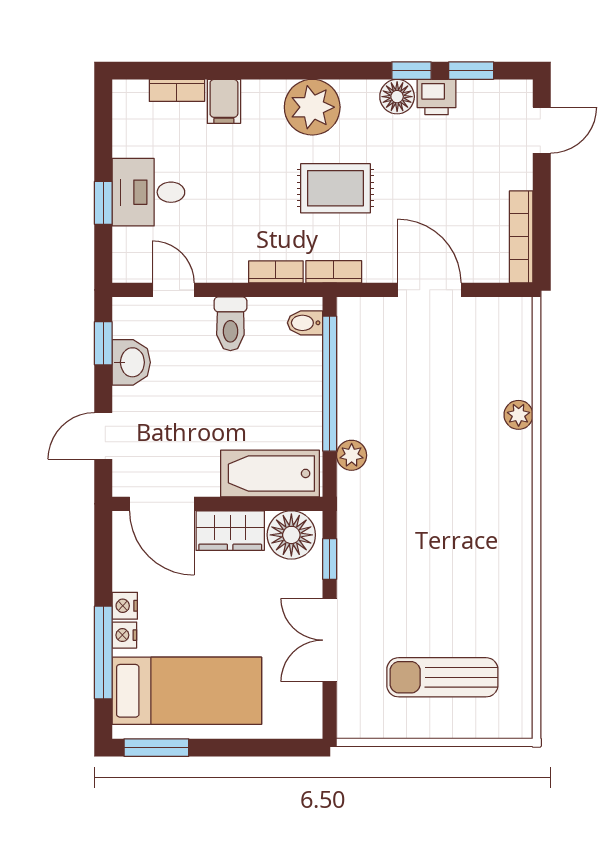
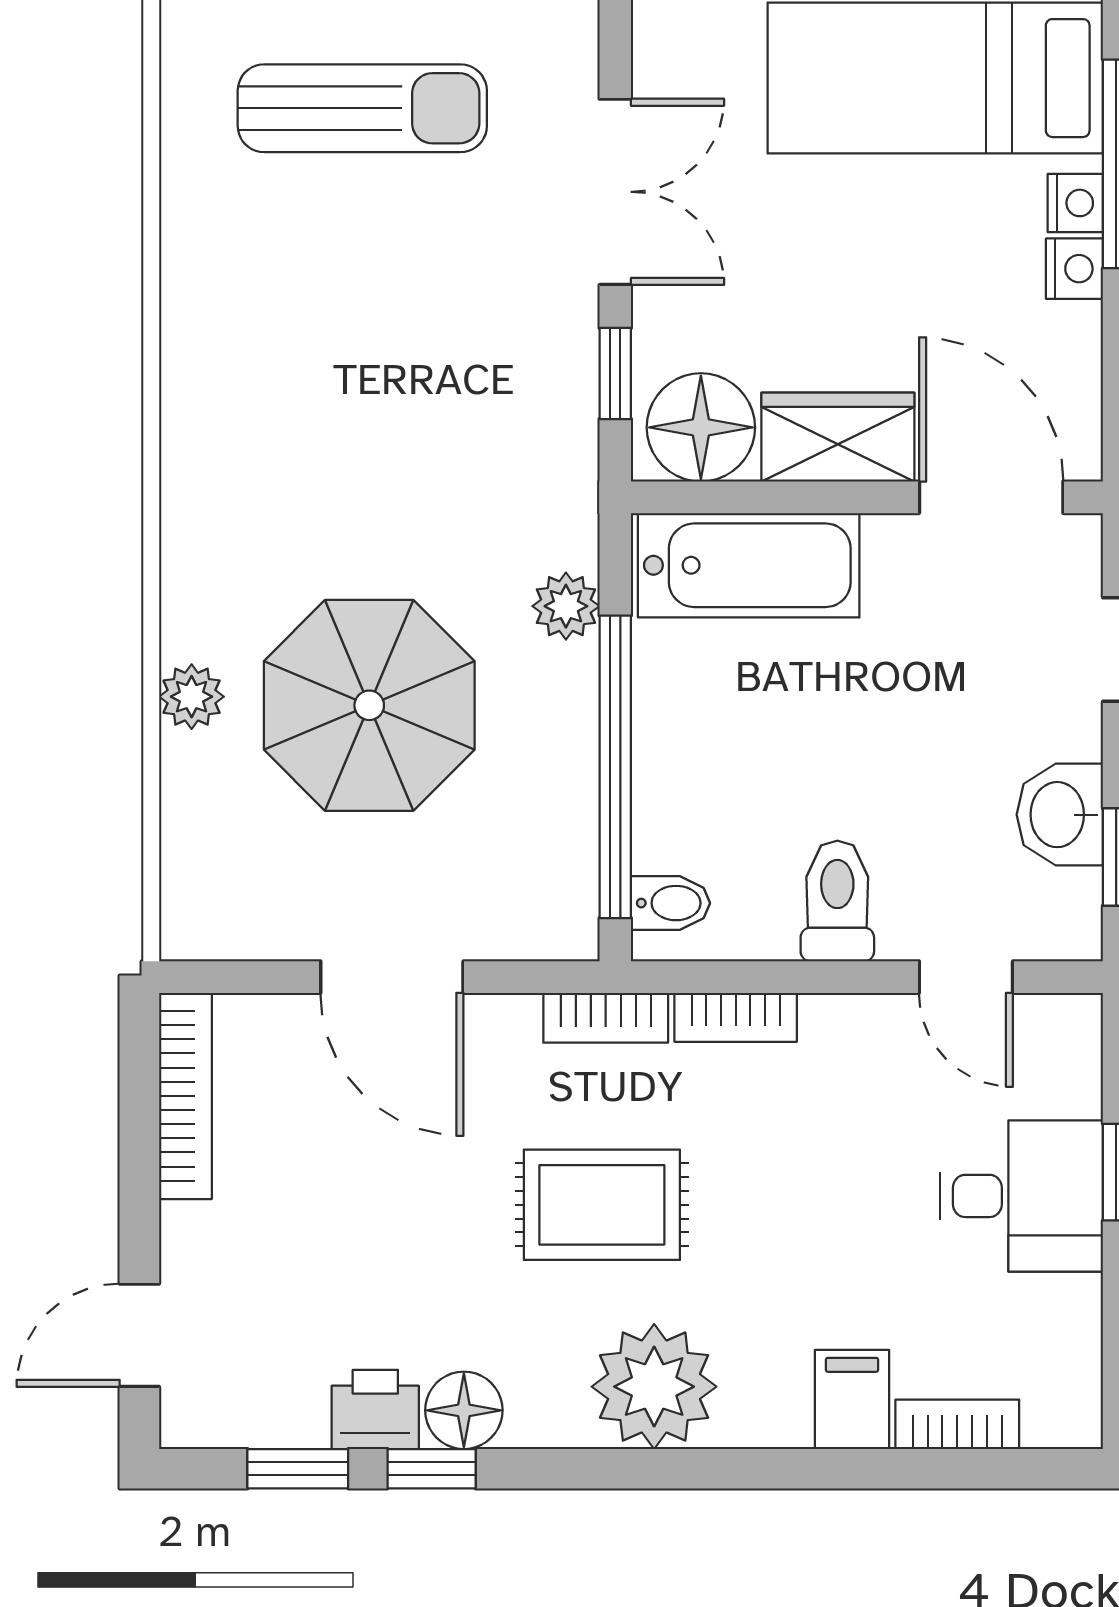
parasol: (439, 411) -> (369, 705), added

